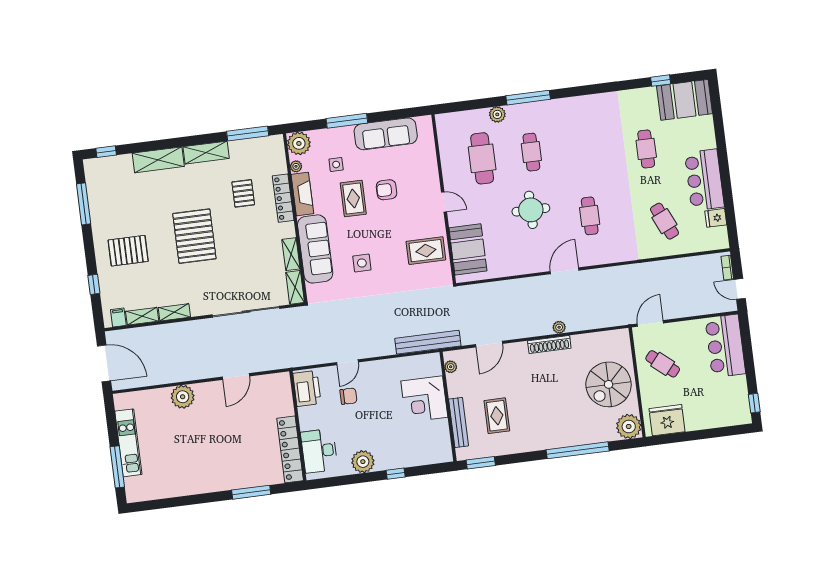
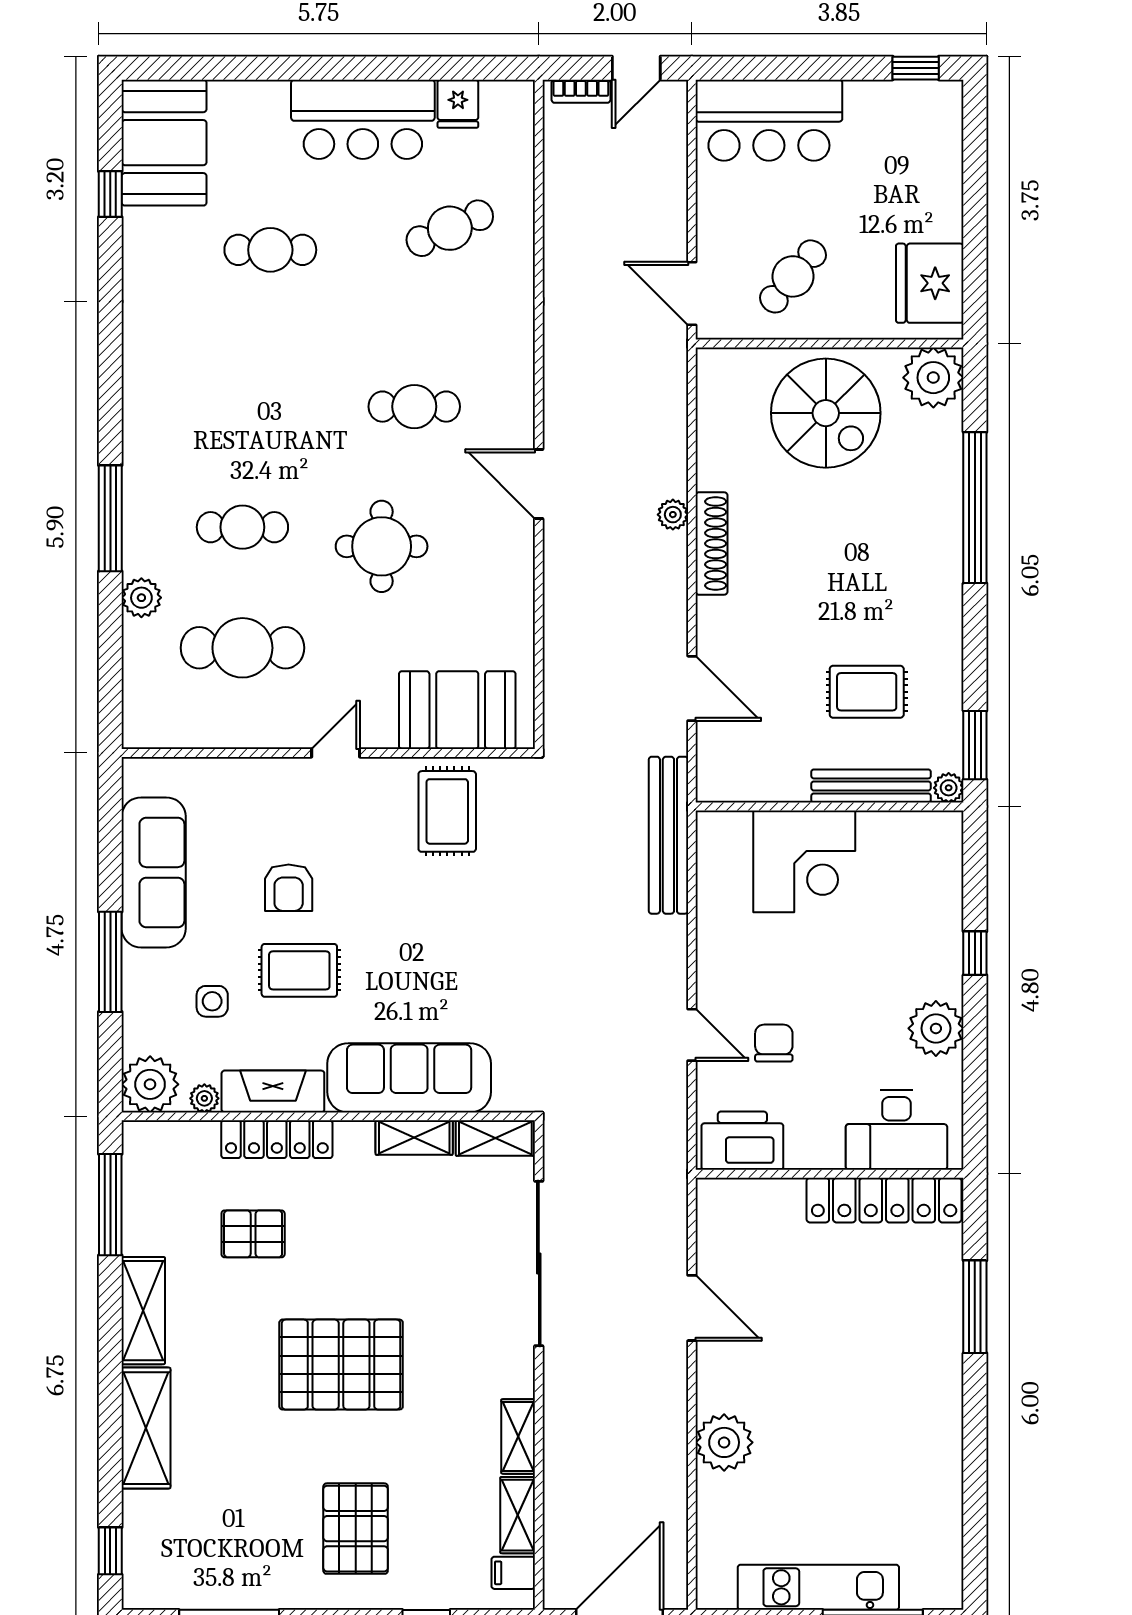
side table: (362, 263) -> (457, 970), removed
plant: (451, 367) -> (949, 788), moved

